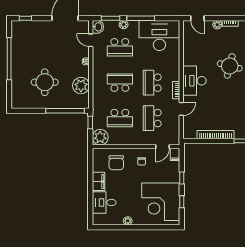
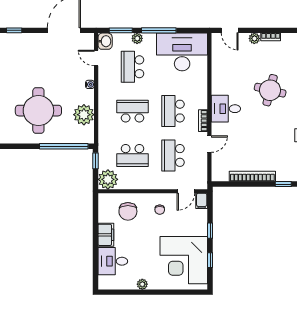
school desk: (120, 47) -> (132, 67), turned 90
desk: (194, 81) -> (226, 109), width x0.73
round table: (45, 82) -> (38, 111), width x1.36, depth x1.36

